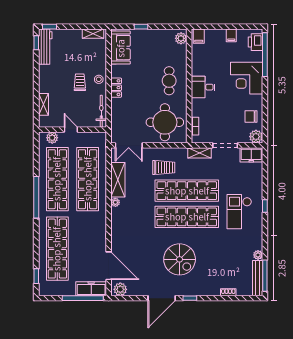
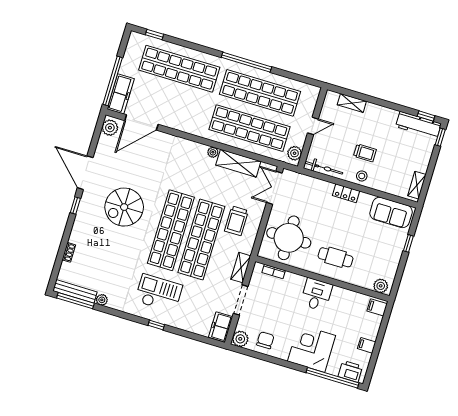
plant: (52, 138) -> (295, 153), moved

